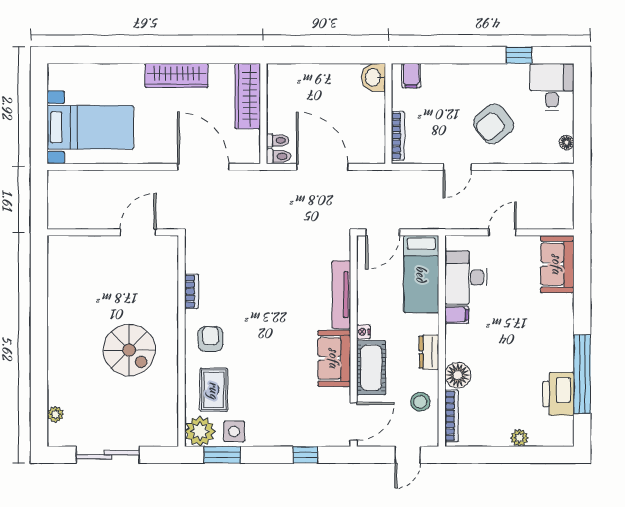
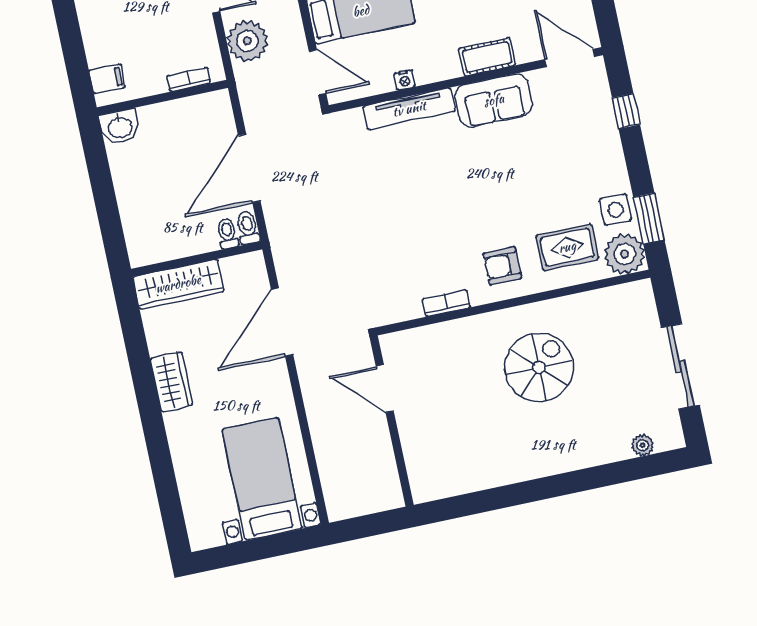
wardrobe: (177, 75) -> (171, 382), width x0.67
bookcase: (398, 136) -> (189, 79), width x0.64
plant: (417, 185) -> (247, 41), added
nightstand: (363, 332) -> (405, 80), moved
cot: (371, 368) -> (487, 57), width x0.73, depth x0.75

